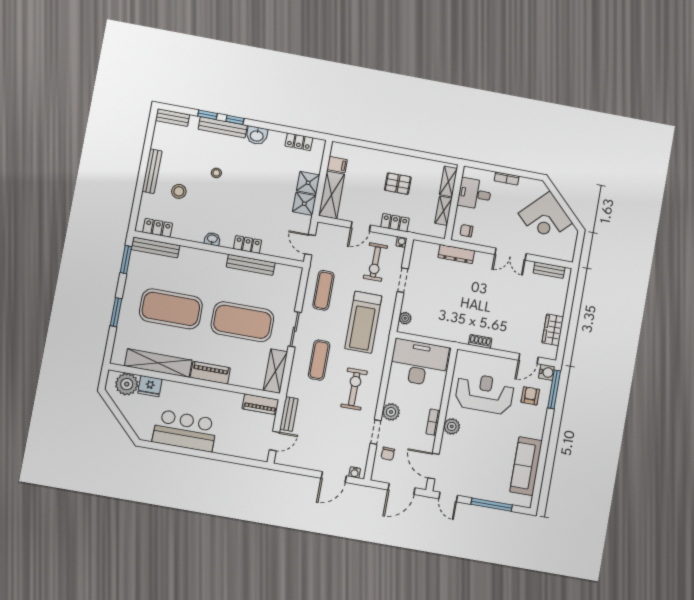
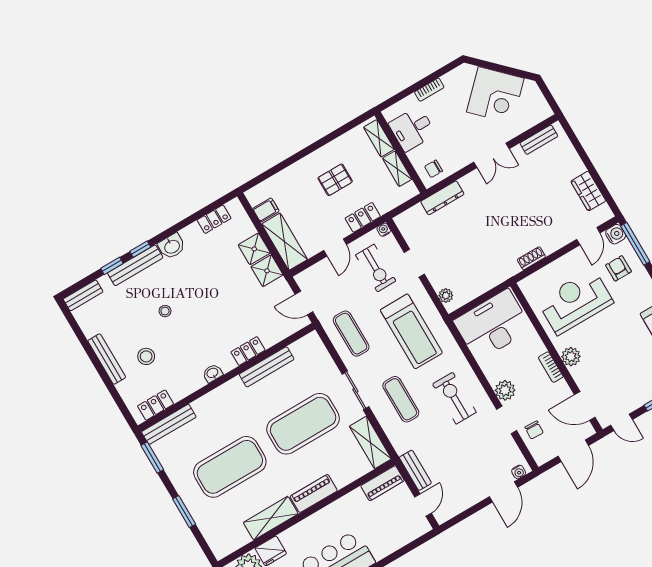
shelving: (158, 363) -> (271, 518), width x0.68

